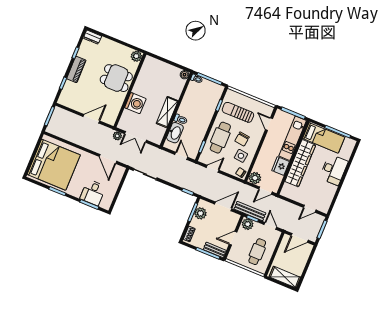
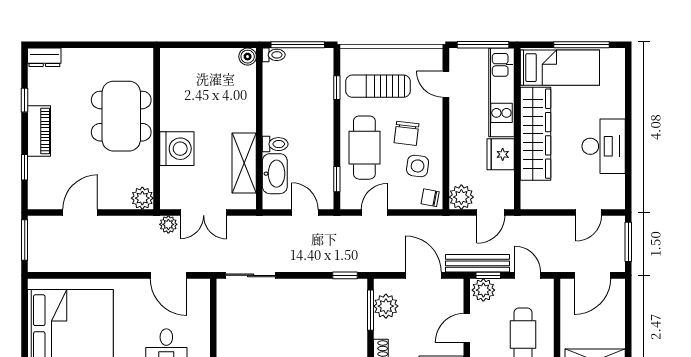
plant: (136, 56) -> (142, 198), moved
dining table: (116, 78) -> (121, 116), width x1.37
shelving: (167, 112) -> (244, 163), moved
door: (91, 119) -> (80, 212), moved
desk: (334, 170) -> (604, 146), moved
door: (223, 206) -> (423, 275), hinge flipped

